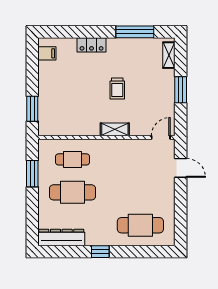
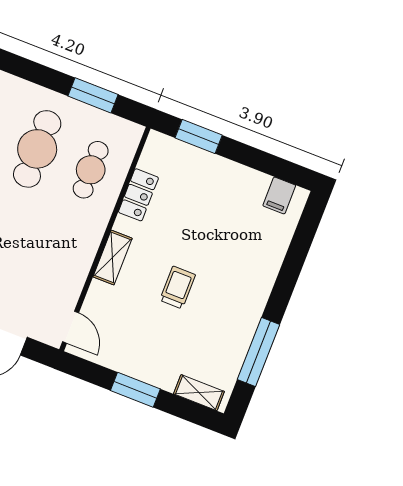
locker: (92, 45) -> (138, 195), moved, turned 180
trolley: (117, 89) -> (178, 287), turned 90

